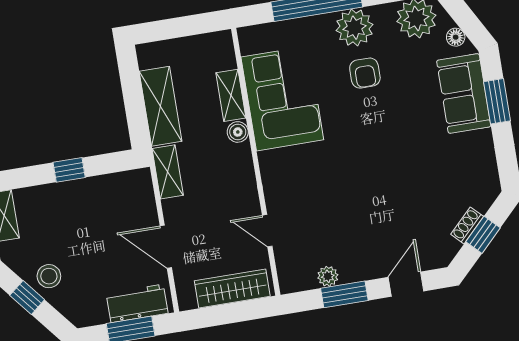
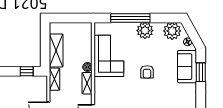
armchair: (365, 73) -> (147, 72), moved
shelving: (231, 95) -> (87, 83), moved
window: (69, 170) -> (27, 71), moved

